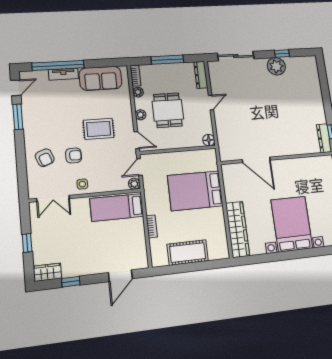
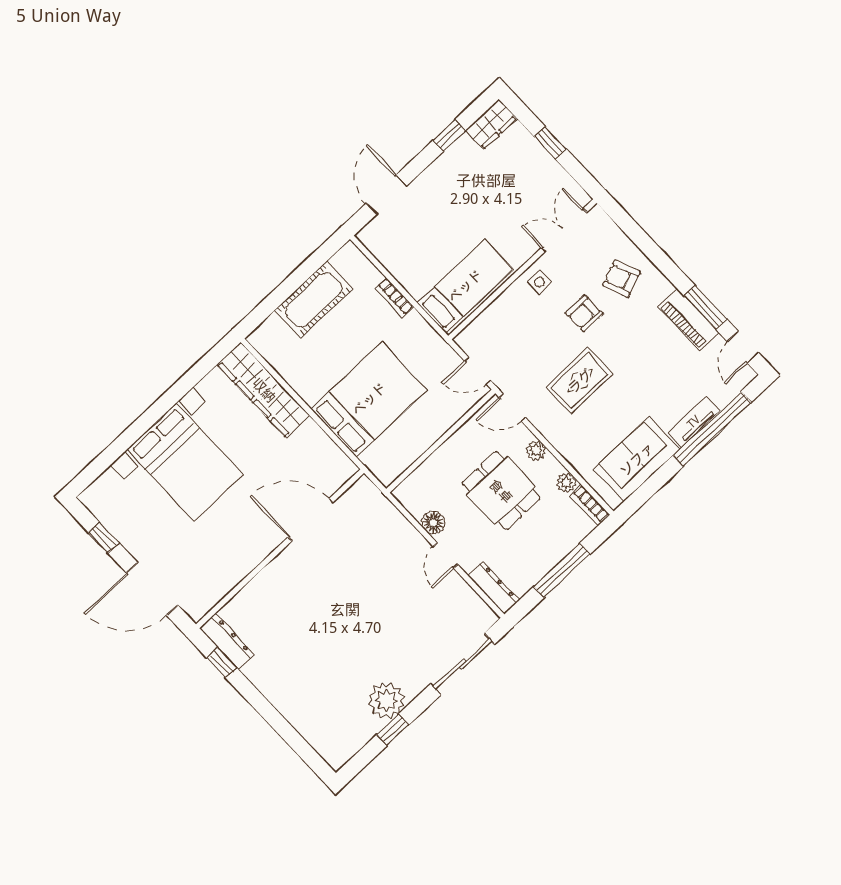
piano: (30, 117) -> (688, 320), added
floor lamp: (209, 140) -> (433, 523), moved
door: (140, 167) -> (478, 371), swing flipped
plant: (134, 184) -> (466, 340), removed

